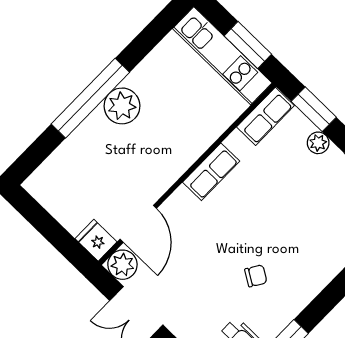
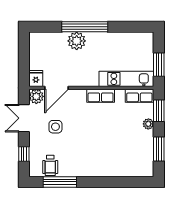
kitchen unit: (222, 56) -> (126, 79), moved, turned 90
plant: (122, 106) -> (77, 41), moved
chair: (256, 276) -> (79, 148), removed
side table: (192, 280) -> (55, 127), added

